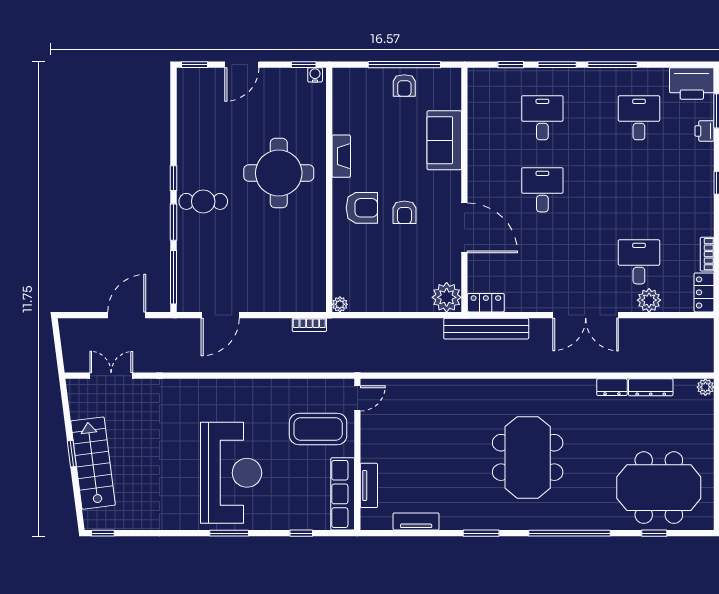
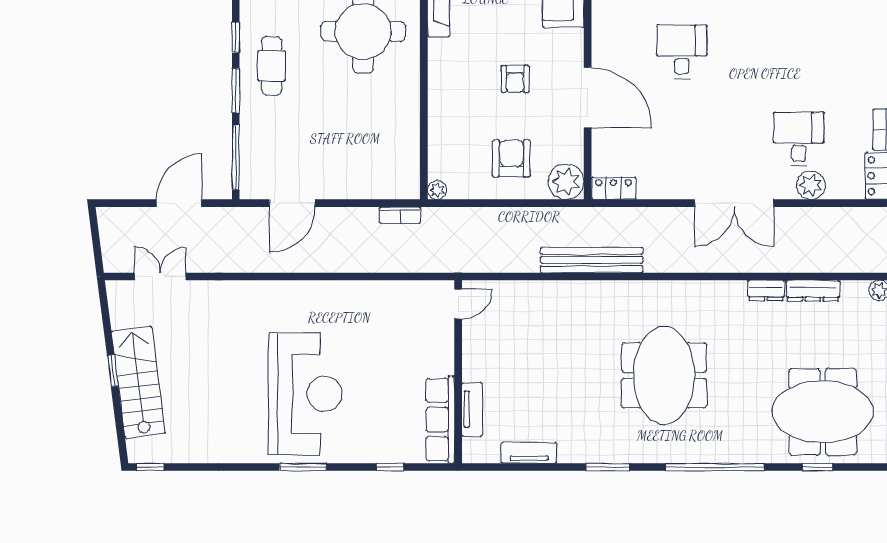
cafe table: (203, 201) -> (272, 66), turned 90
armchair: (362, 208) -> (511, 158), moved, turned -90
bench: (486, 329) -> (592, 260), moved
coffee table: (318, 429) -> (411, 341), removed

